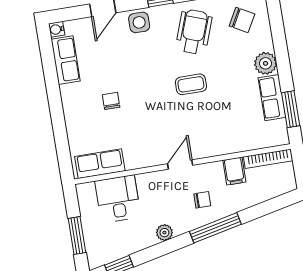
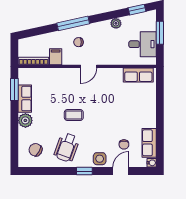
chair: (111, 101) -> (124, 144), moved
desk: (118, 199) -> (142, 44), moved, turned -90
plant: (164, 233) -> (116, 23), moved

